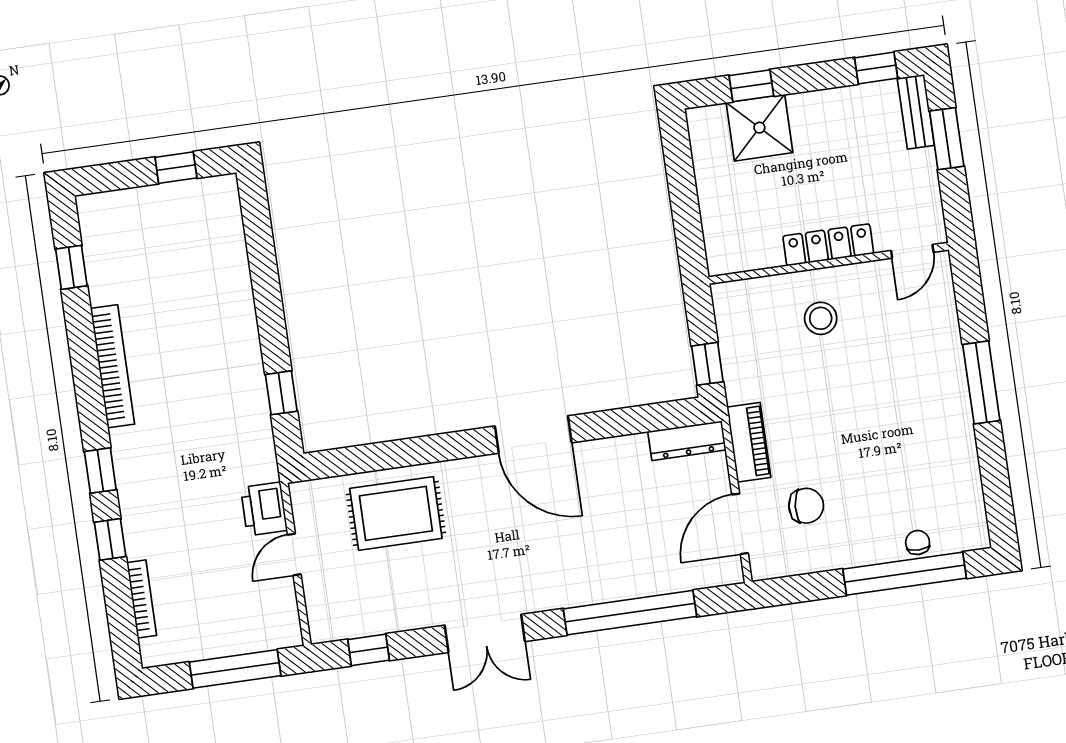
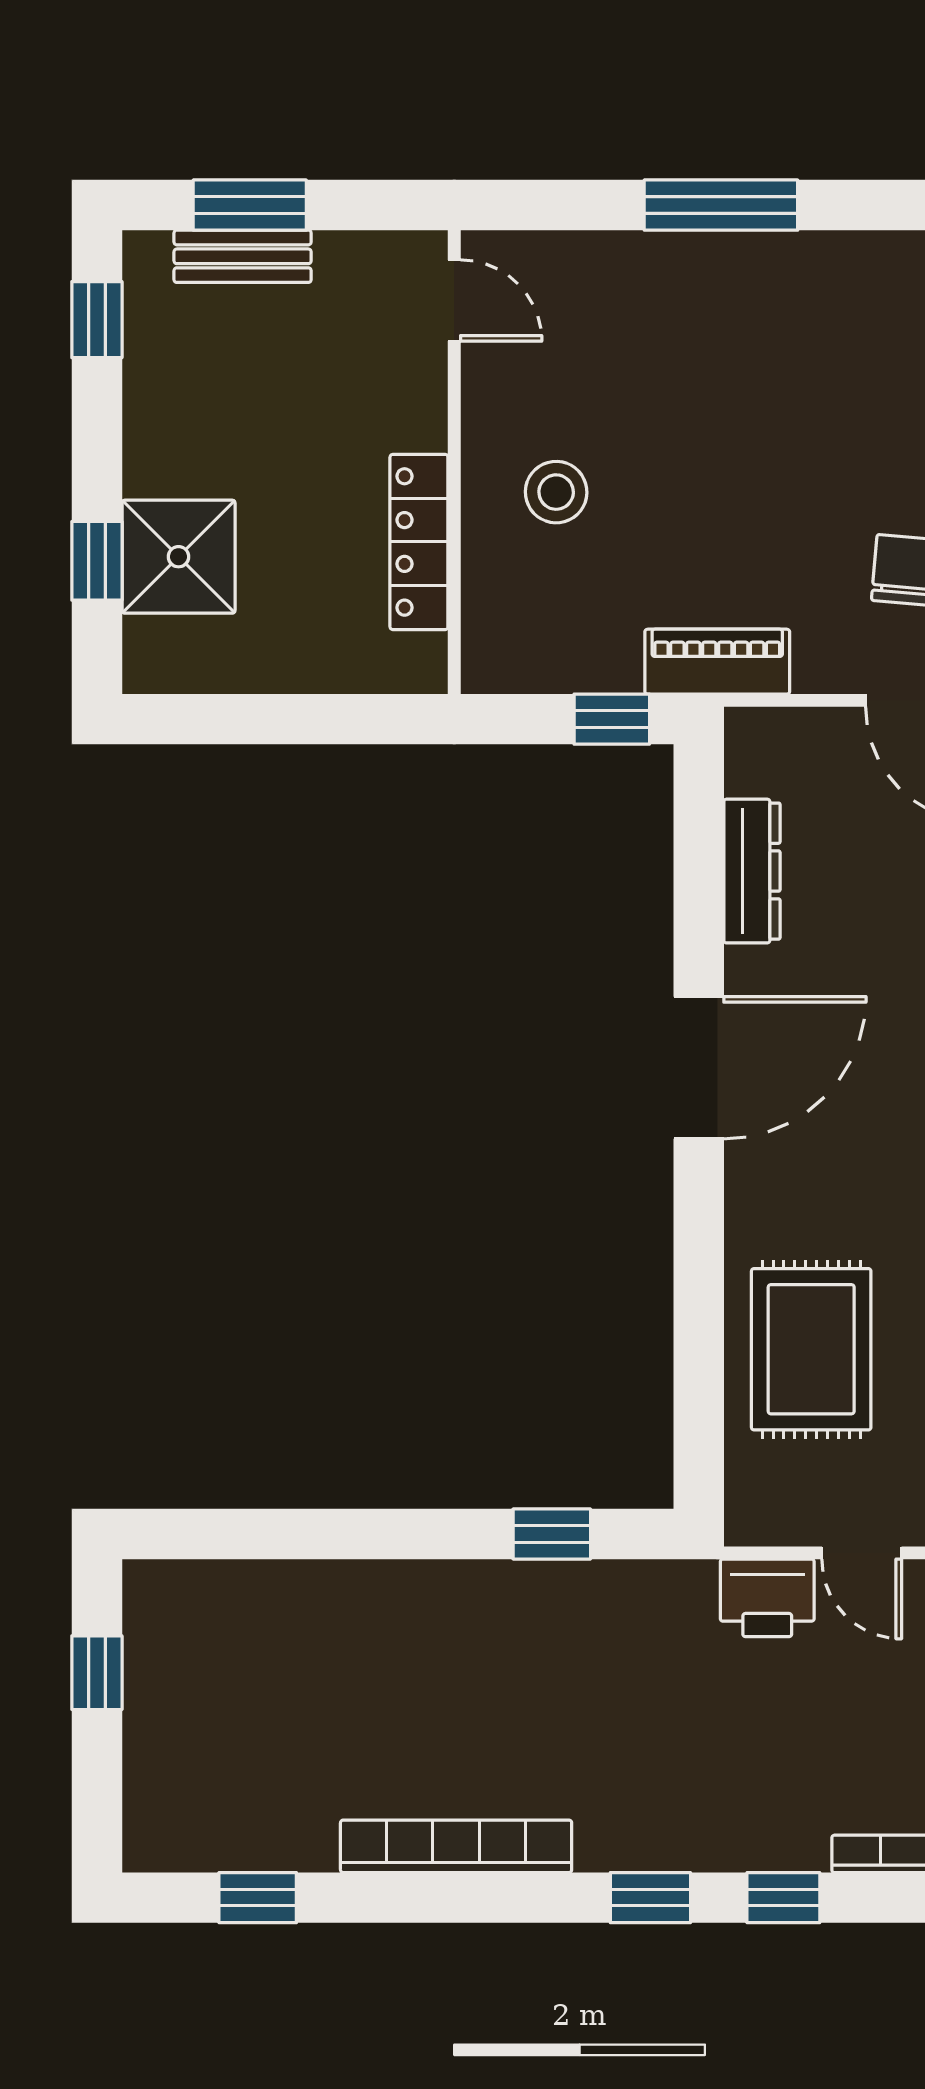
bench: (916, 112) -> (243, 256), moved
locker: (828, 245) -> (419, 542), moved
dresser: (687, 441) -> (752, 871), moved
piano: (749, 442) -> (717, 662), moved

